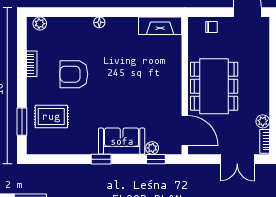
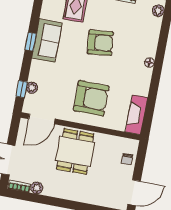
armchair: (74, 74) -> (100, 43), moved, turned 84
armchair: (151, 80) -> (91, 98), added
dining table: (214, 86) -> (75, 152), width x0.73
sofa: (122, 141) -> (47, 41), moved

